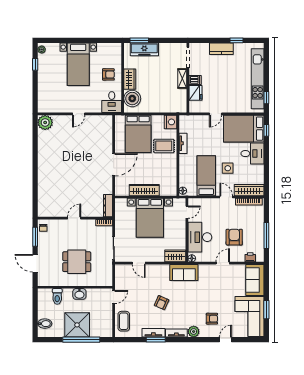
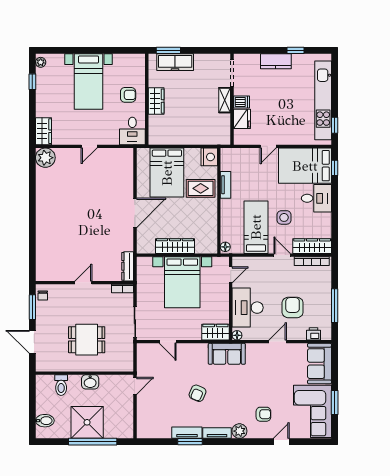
boiler: (132, 99) -> (159, 126), removed
wardrobe: (44, 102) -> (43, 131), added
coffee table: (124, 321) -> (148, 418), removed

